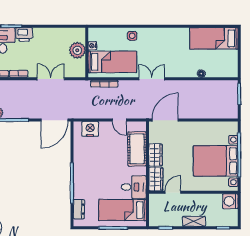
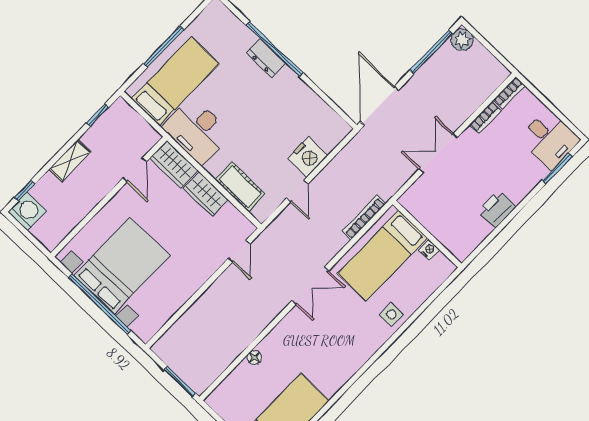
printer: (24, 34) -> (497, 209), moved
plant: (77, 50) -> (442, 224), removed
double door: (51, 79) -> (438, 153), swing flipped
door: (119, 120) -> (297, 191), swing flipped
door: (165, 120) -> (239, 251), width x0.53
nightstand: (90, 129) -> (308, 157), moved
cot: (137, 149) -> (240, 187), width x0.73, depth x0.75
desk: (134, 187) -> (197, 131), width x1.37
washing machine: (230, 201) -> (27, 211), moved
dresser: (79, 209) -> (266, 58), moved

